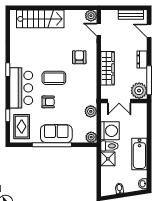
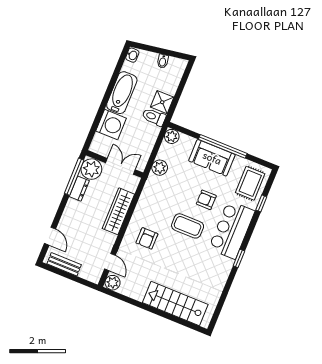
dresser: (142, 59) -> (79, 189), moved
washing machine: (110, 131) -> (111, 125), moved, turned 180

